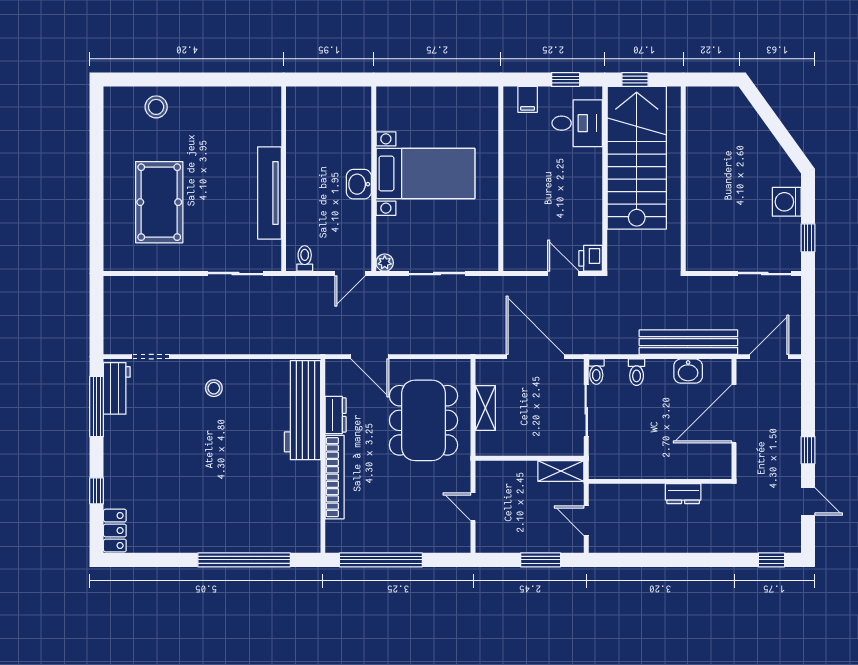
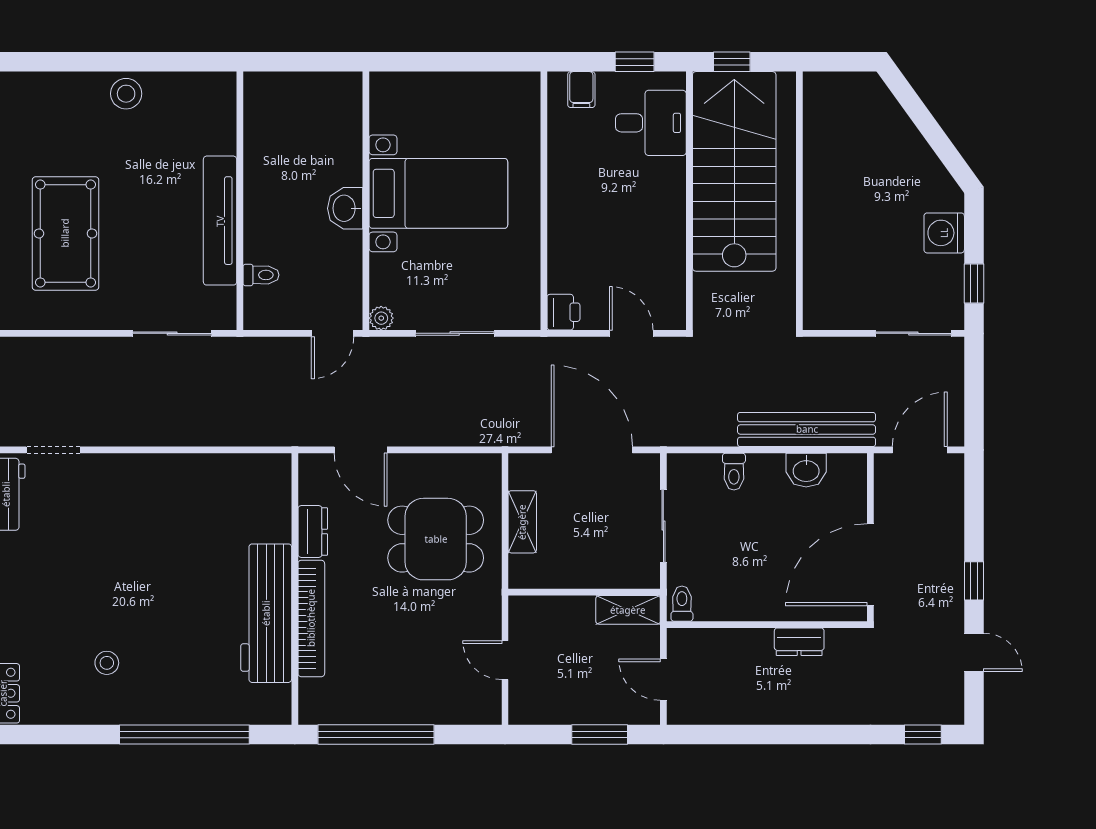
stool: (156, 107) -> (126, 94), moved
toilet: (305, 258) -> (261, 275), moved, turned 90
printer: (591, 258) -> (563, 312), moved, turned 180
toilet: (596, 372) -> (682, 604), moved, turned 180
stool: (214, 388) -> (107, 663), moved
workbench: (303, 410) -> (266, 613), moved
door: (734, 414) -> (870, 565), moved
dining table: (423, 420) -> (436, 539), width x0.73

